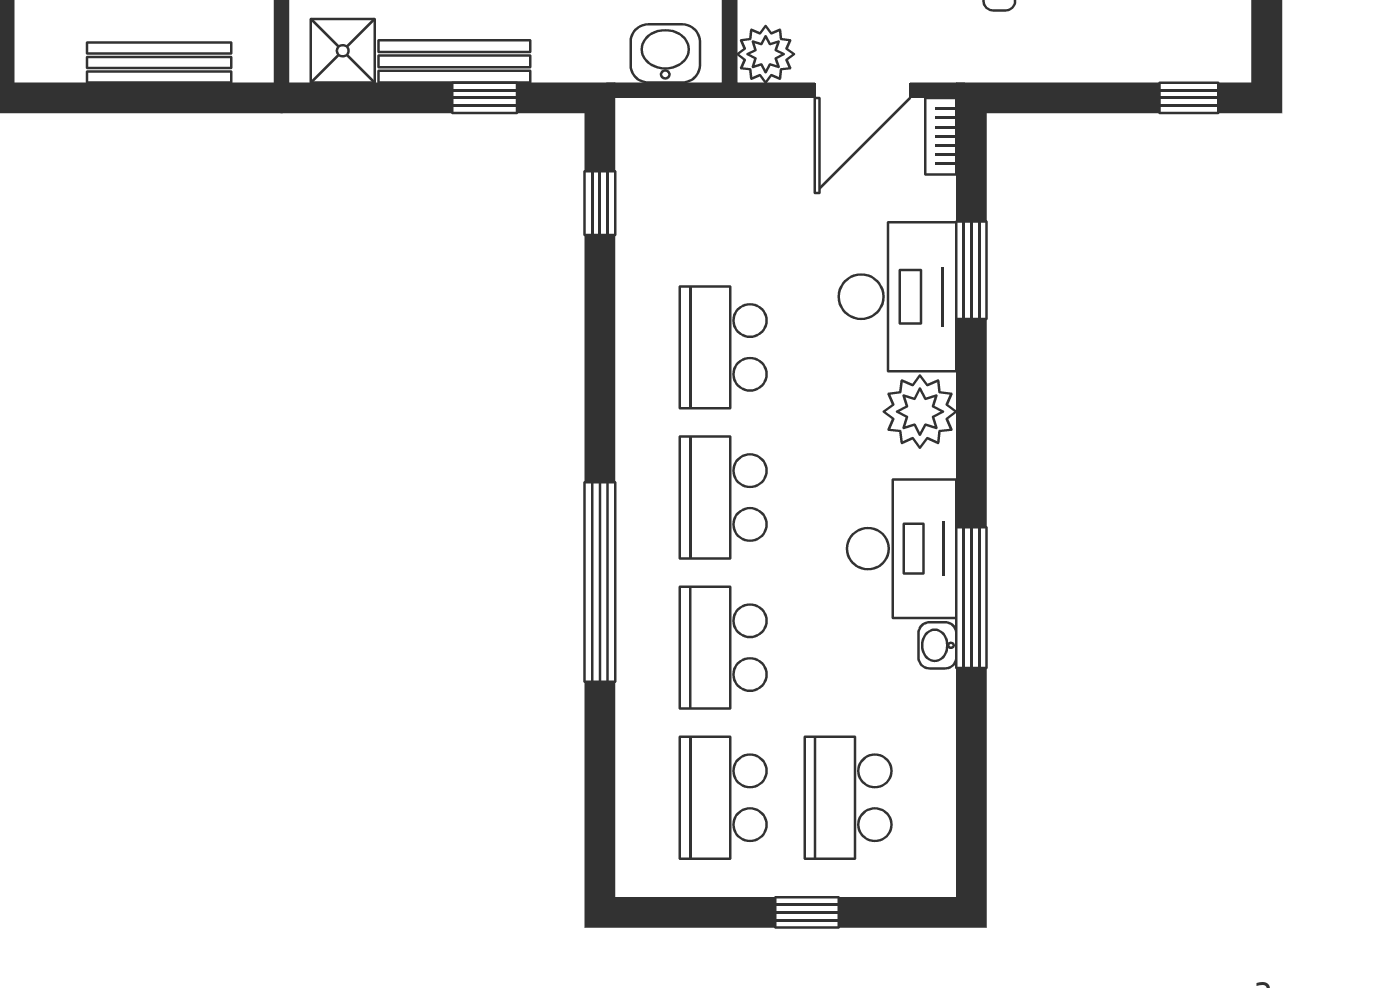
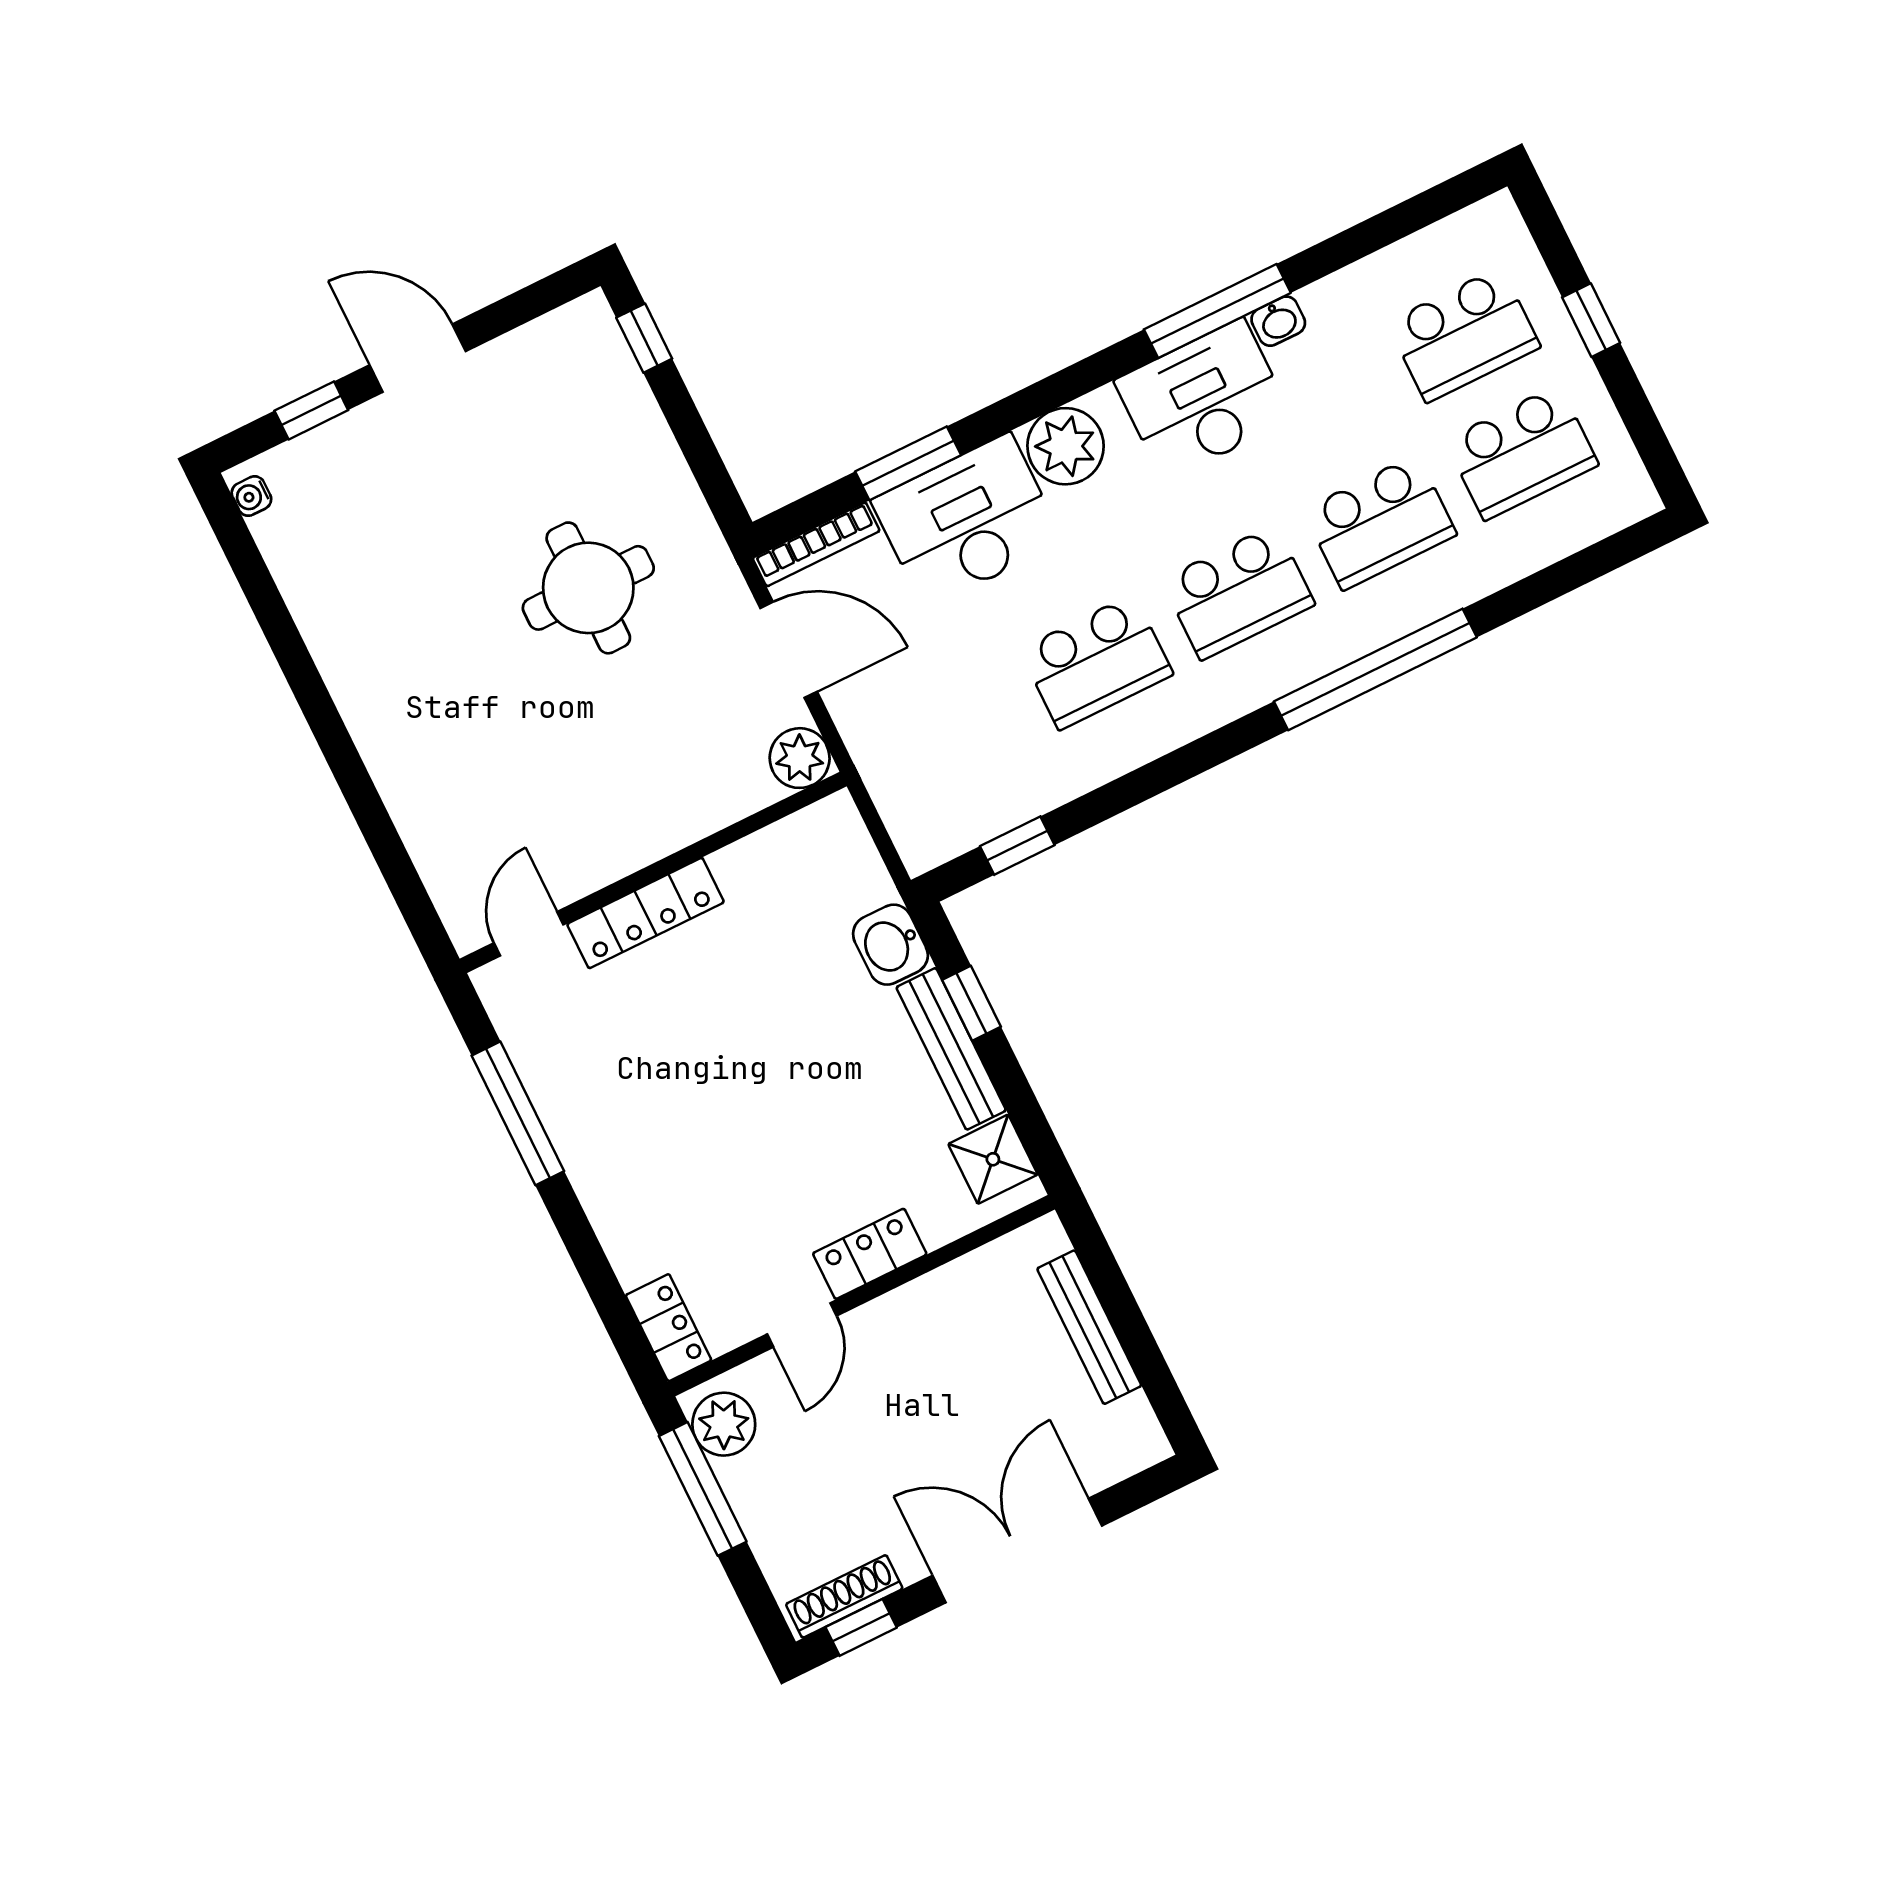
washbasin: (665, 53) -> (890, 945), moved
bookcase: (941, 136) -> (816, 544), width x1.56

